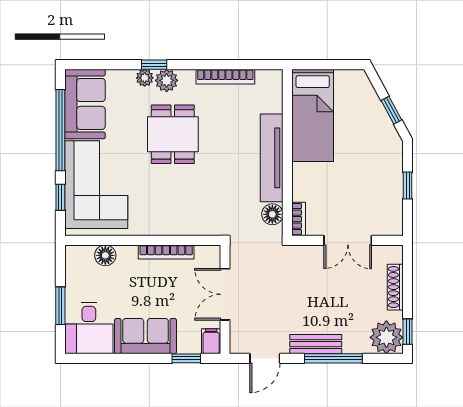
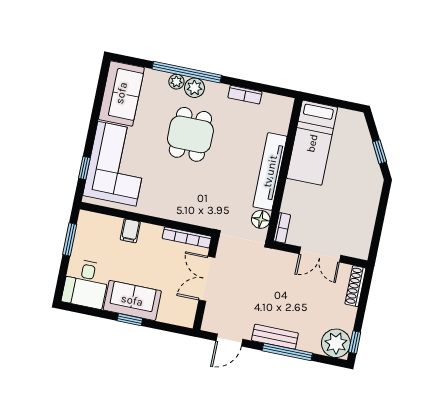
window: (154, 65) -> (187, 72), width x3.17
bookcase: (225, 77) -> (245, 95), width x0.64
window: (60, 130) -> (96, 111), removed
window: (408, 186) -> (380, 218), removed
bookcase: (166, 252) -> (187, 237), moved
floor lamp: (105, 255) -> (112, 225), removed
shoe rack: (395, 287) -> (355, 286), moved
window: (60, 306) -> (70, 239), moved
filing cabinet: (211, 341) -> (130, 231), moved, turned 180
window: (186, 358) -> (130, 320), moved

